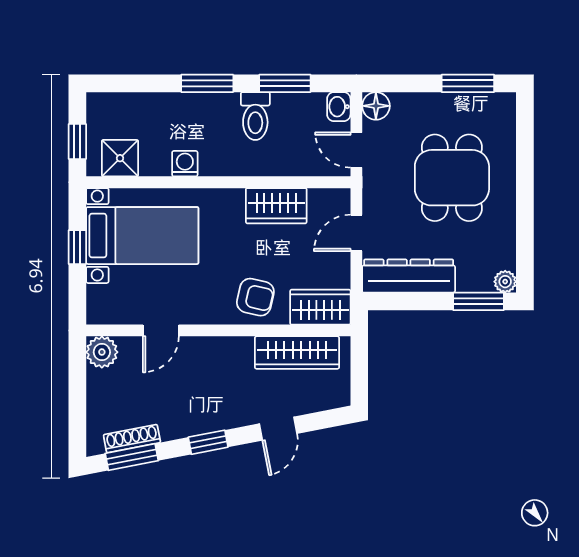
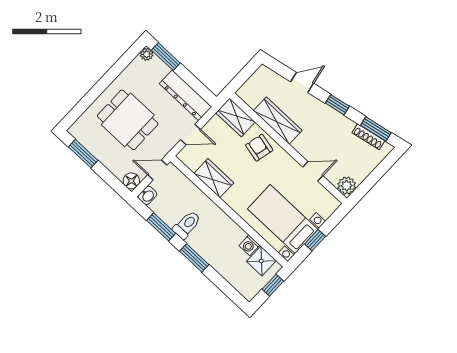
door: (356, 150) -> (157, 170), swing flipped
washing machine: (185, 164) -> (249, 245), moved
dining table: (452, 178) -> (128, 120), turned 90
wardrobe: (297, 353) -> (278, 121), moved

